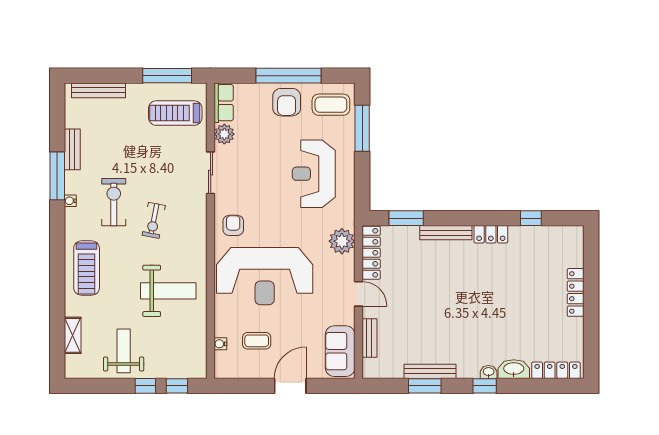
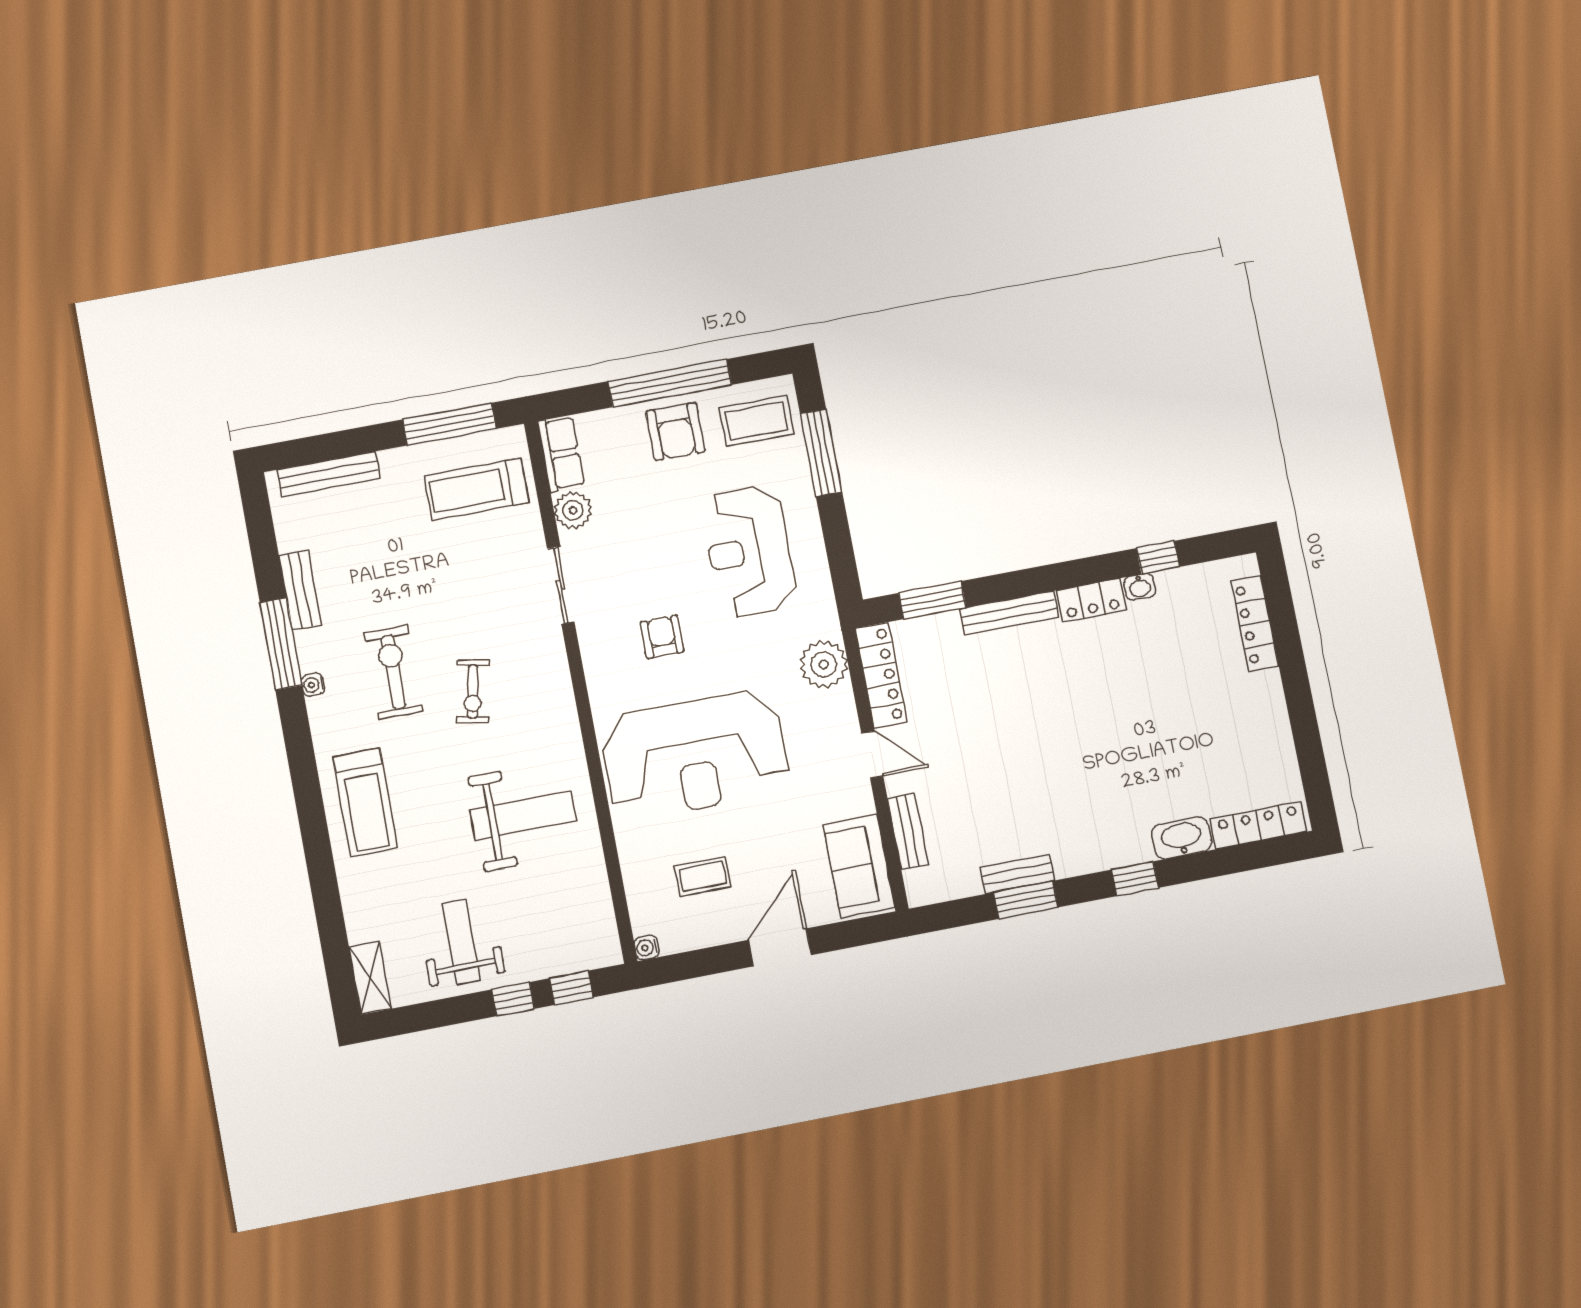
armchair: (233, 225) -> (662, 637), moved
locker: (576, 292) -> (1255, 623), moved
shelving: (73, 335) -> (370, 978), moved
water cooler: (220, 344) -> (647, 948), moved
bench: (430, 371) -> (1018, 874), width x0.73
washbasin: (489, 372) -> (1140, 587), moved, turned 180

